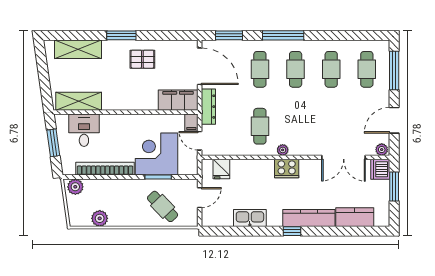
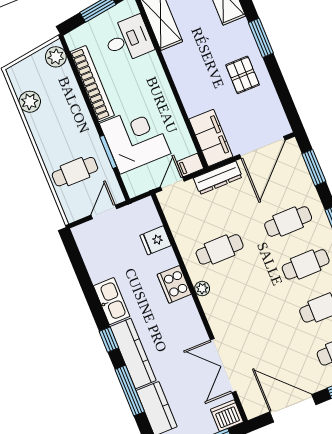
door: (394, 120) -> (293, 408), width x1.36
plant: (382, 150) -> (251, 408), removed
fridge: (221, 169) -> (156, 240), moved
cooker: (287, 169) -> (174, 284), moved
door: (200, 198) -> (104, 212), swing flipped
cafe table: (163, 206) -> (75, 172), turned 44
kitchen sink: (250, 218) -> (112, 301), moved
window: (334, 231) -> (130, 391), added

